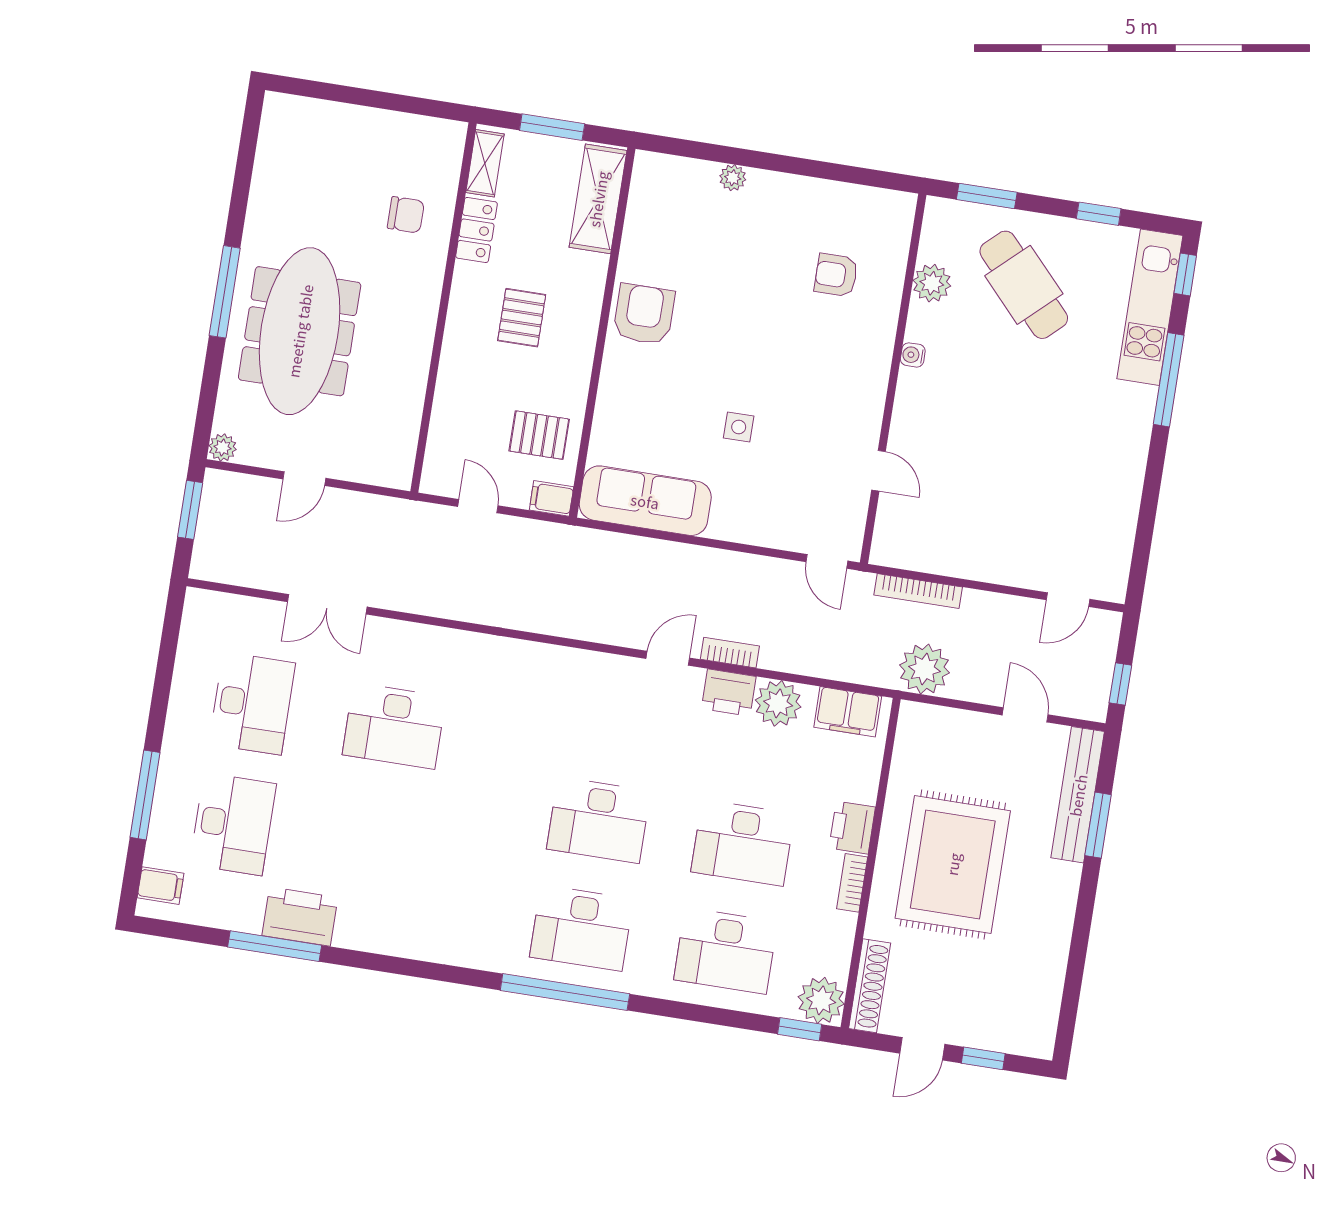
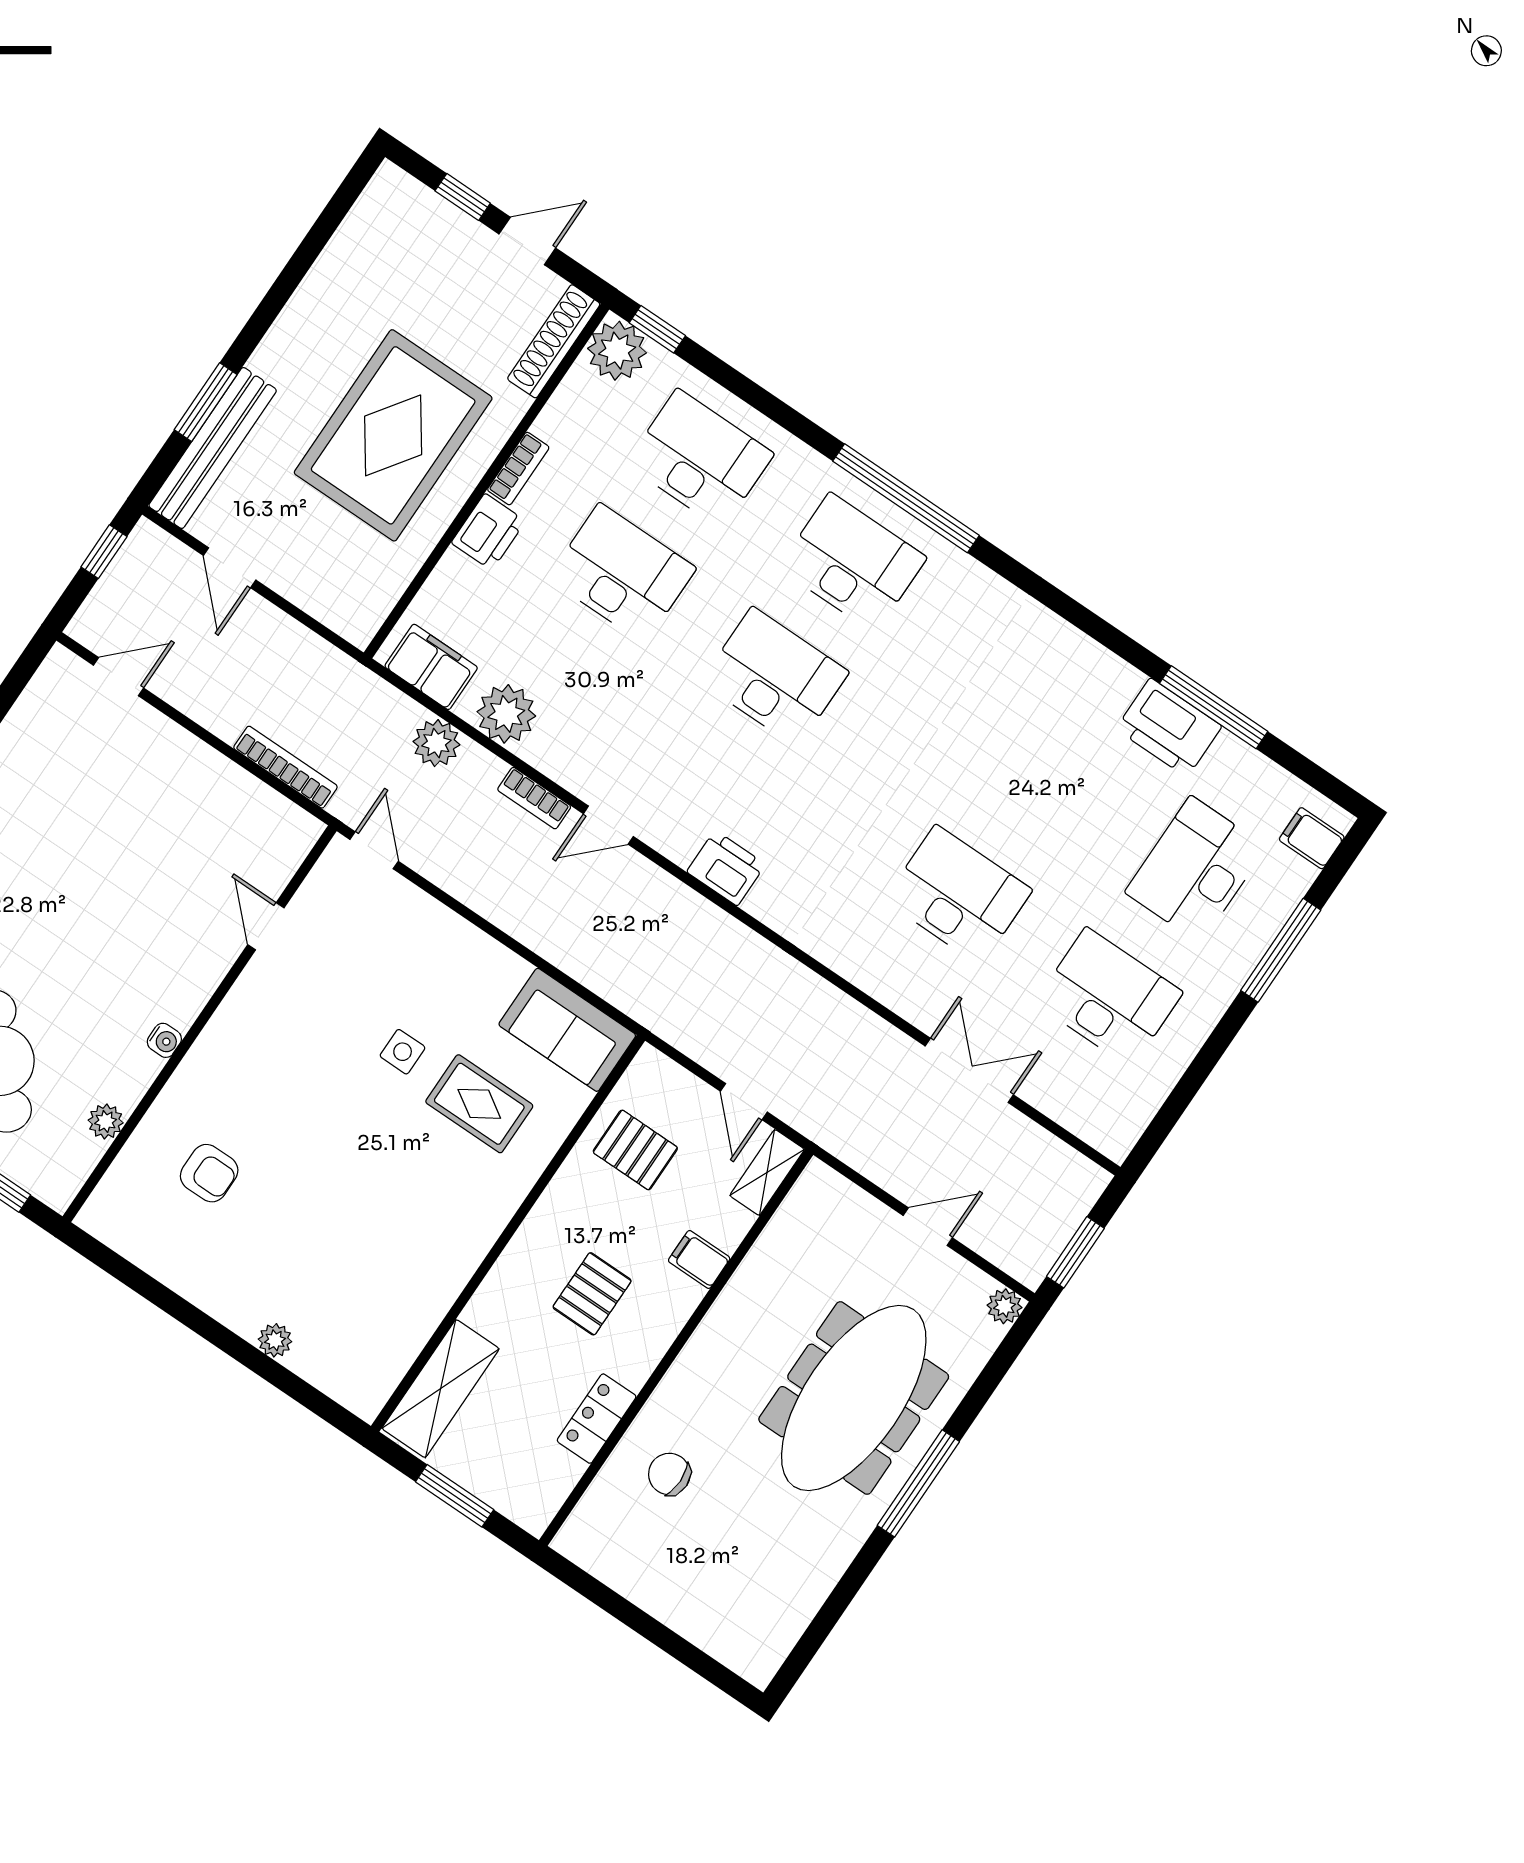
shelving: (485, 163) -> (767, 1172), moved
plant: (932, 283) -> (106, 1121), width x0.73, depth x0.73
armchair: (644, 314) -> (450, 1232), removed
rug: (666, 416) -> (479, 1104), added
filing cabinet: (551, 498) -> (699, 1259), moved, turned 180
sofa: (645, 501) -> (567, 1030), width x0.73
plant: (925, 669) -> (436, 743), moved, width x0.73, depth x0.73
printer: (729, 692) -> (726, 868), moved
desk: (252, 703) -> (1109, 997), turned 90

